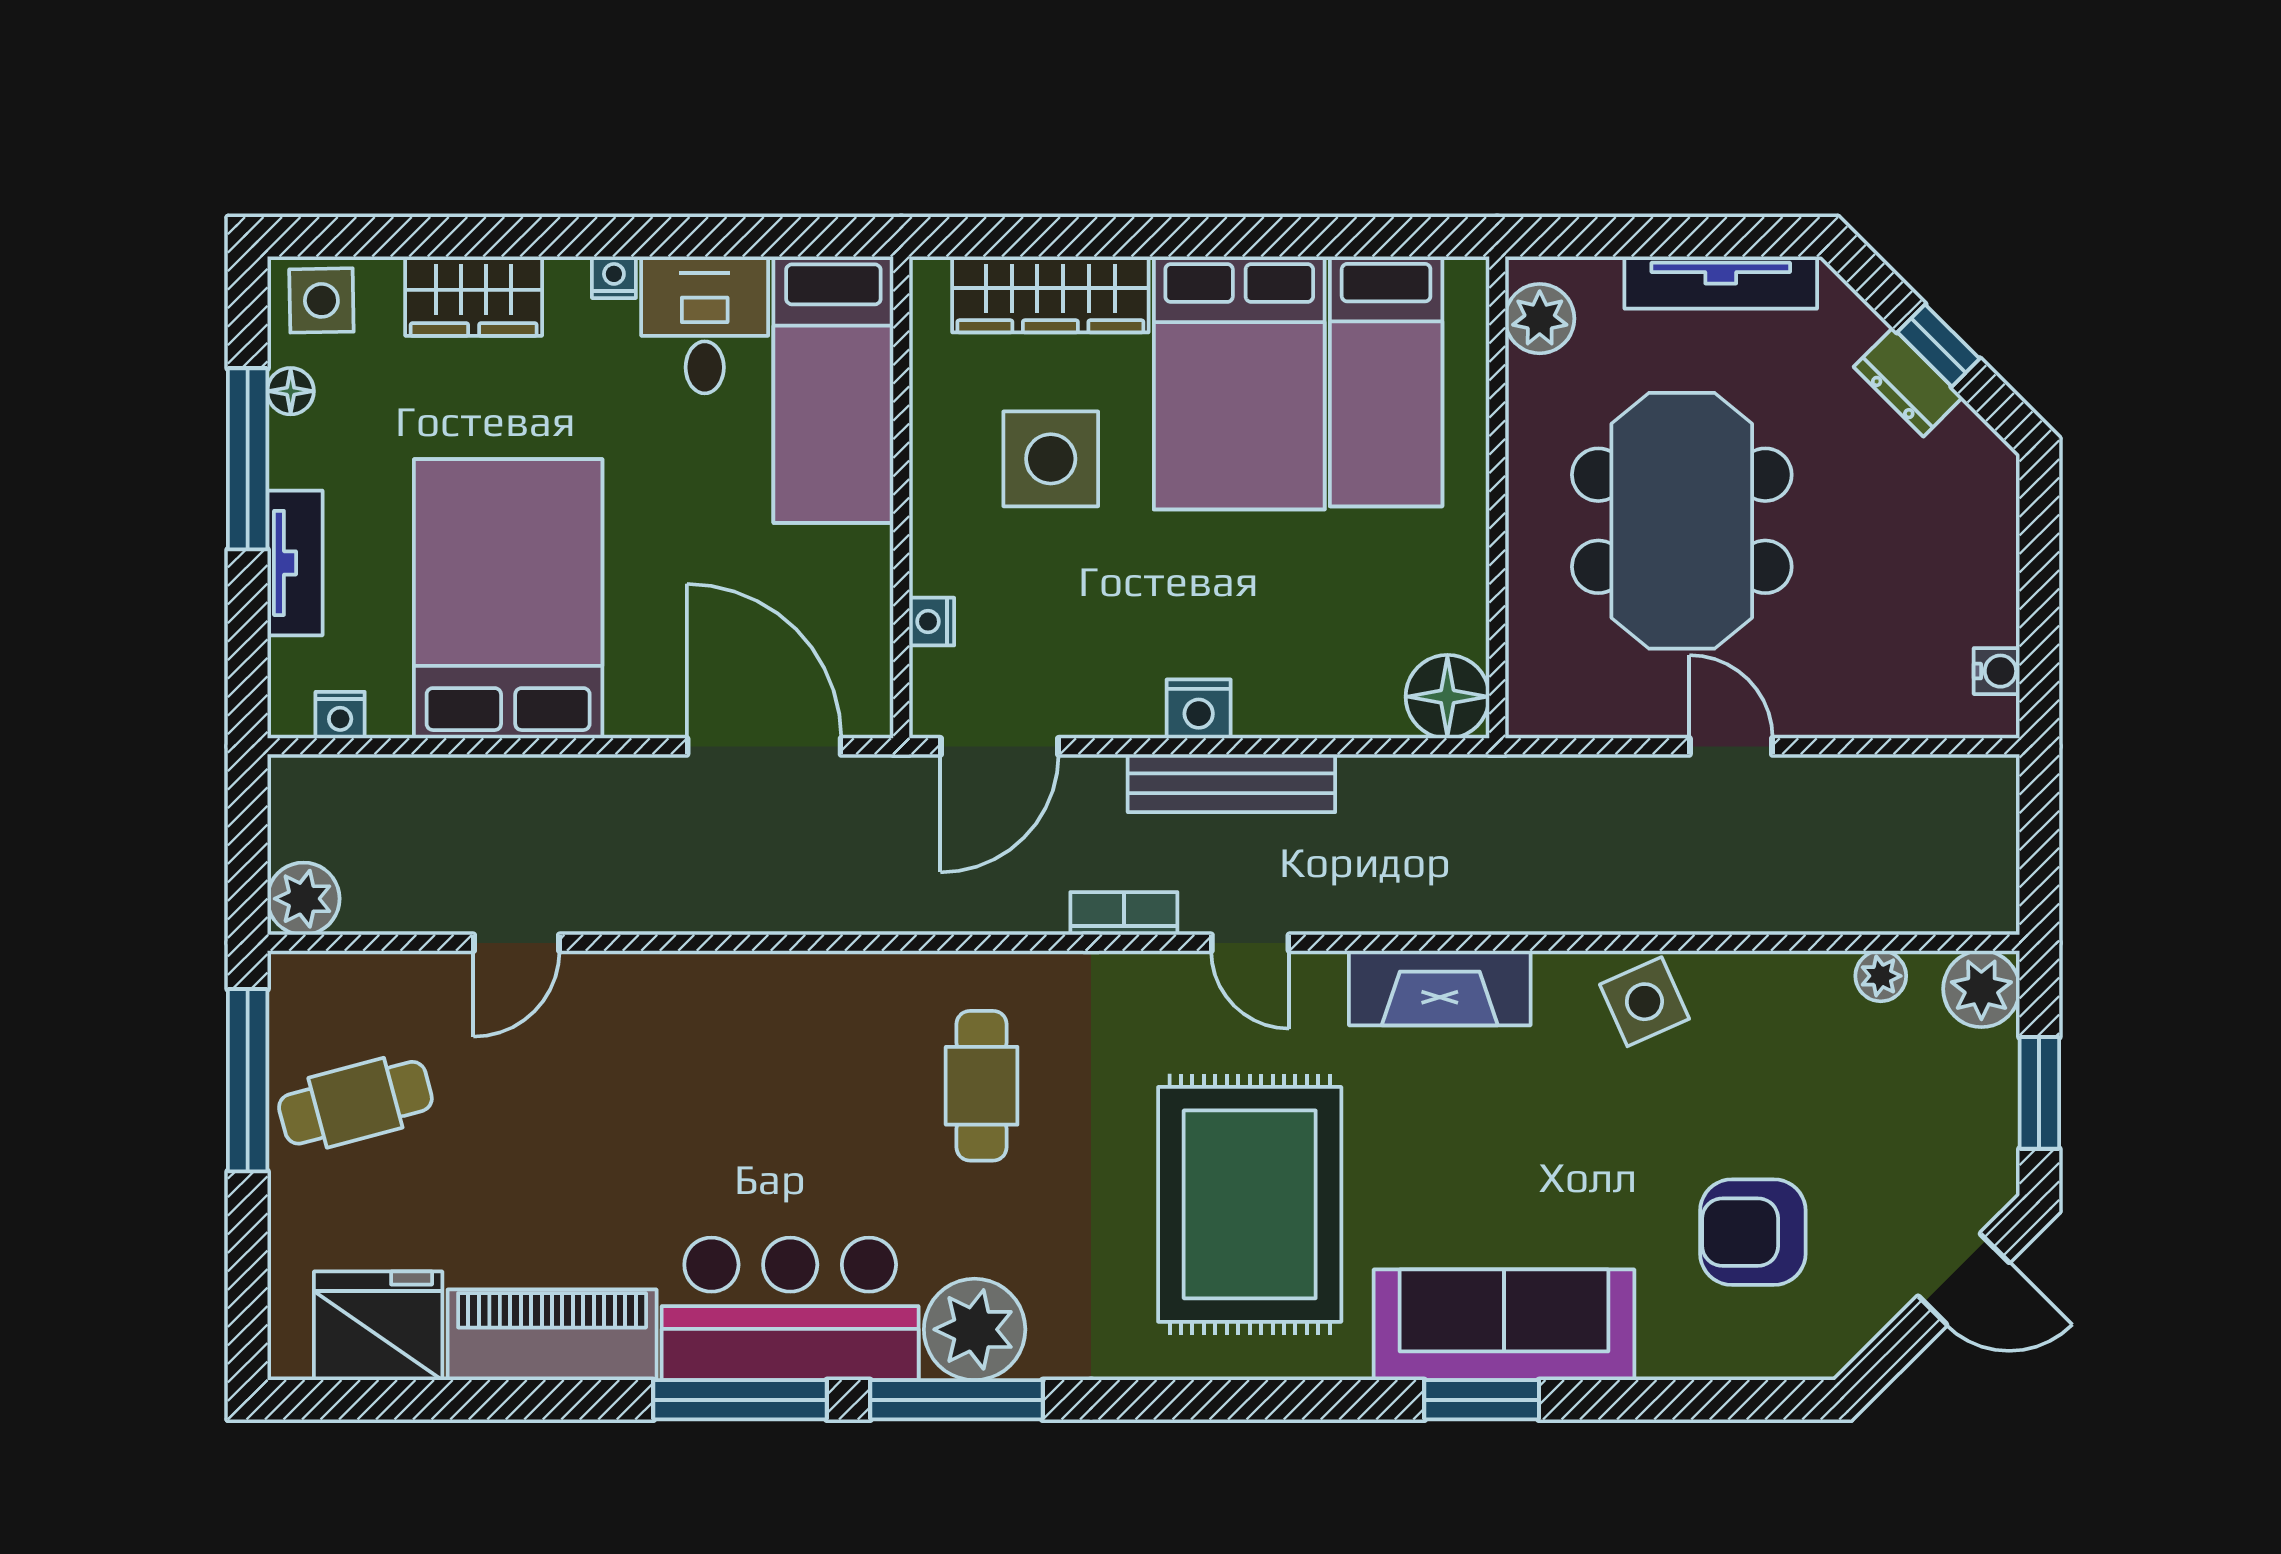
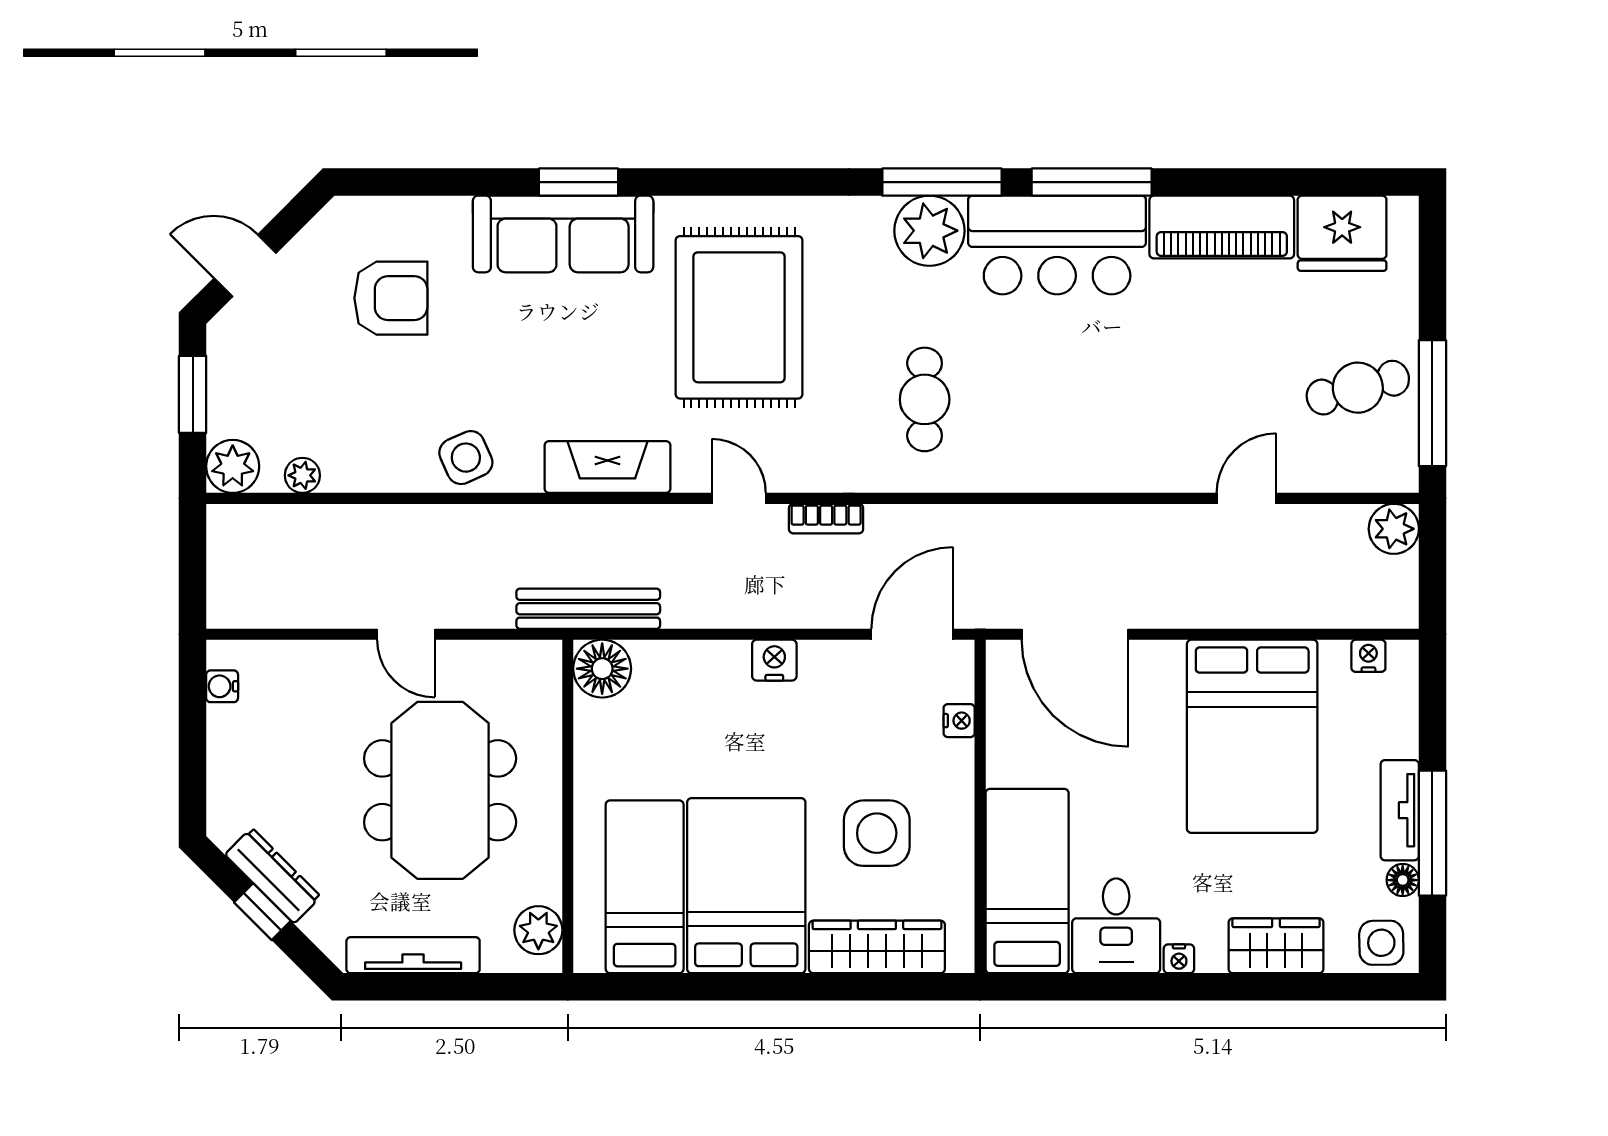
dresser: (1908, 382) -> (273, 876), width x1.44
tv unit: (295, 563) -> (1400, 810), moved
bench: (1231, 783) -> (588, 609), moved

